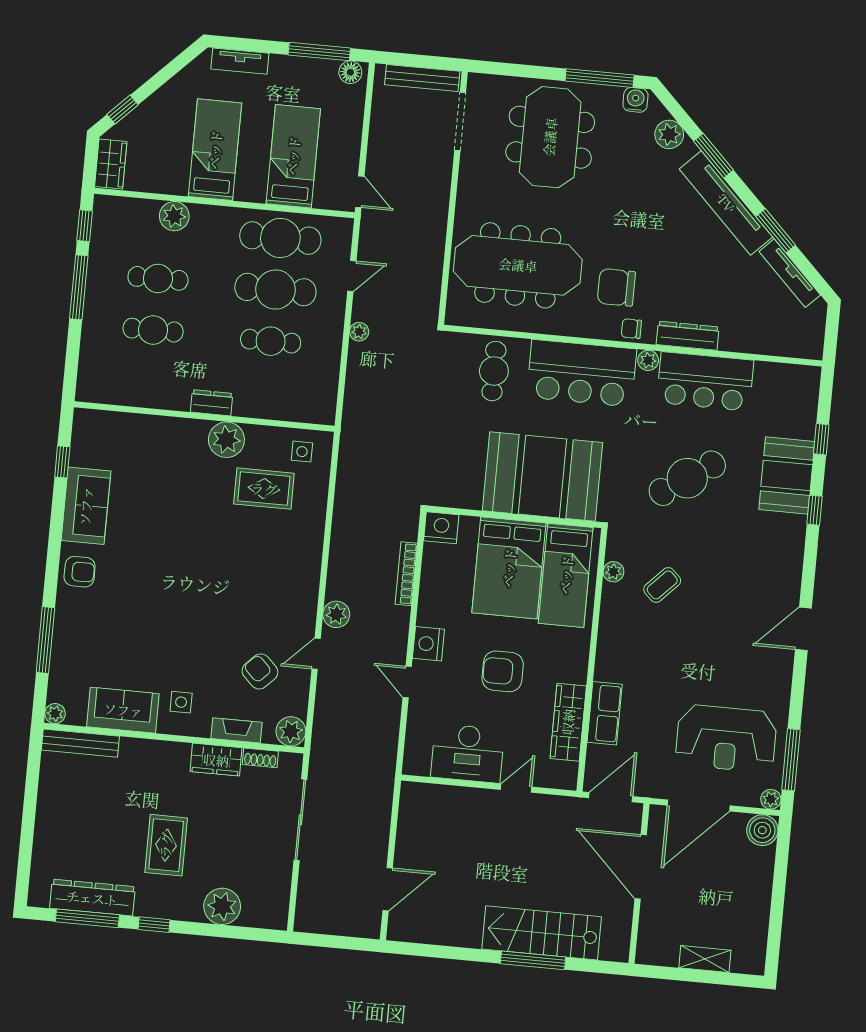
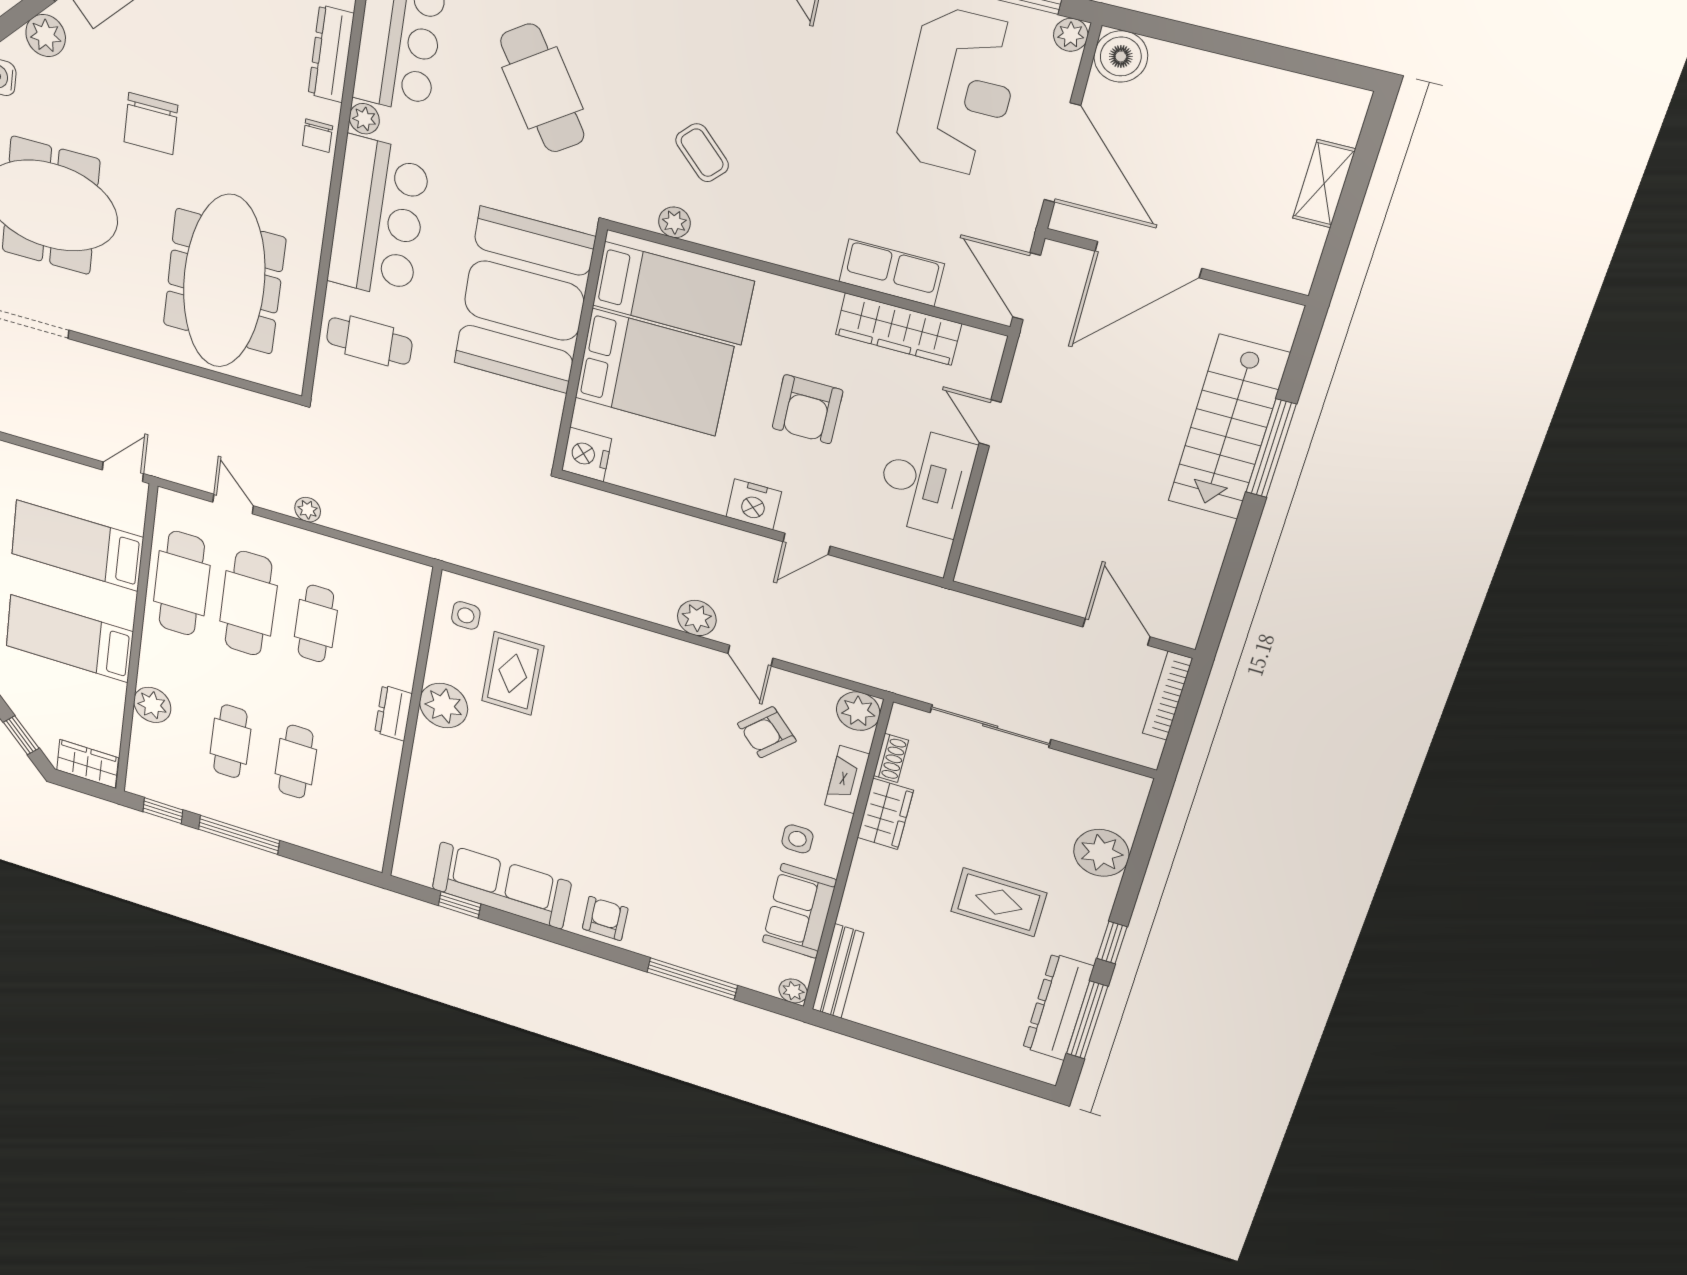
chair: (616, 287) -> (151, 124), moved
sofa: (86, 506) -> (501, 886), width x1.36
bookcase: (406, 574) -> (1167, 696), moved, turned 90

